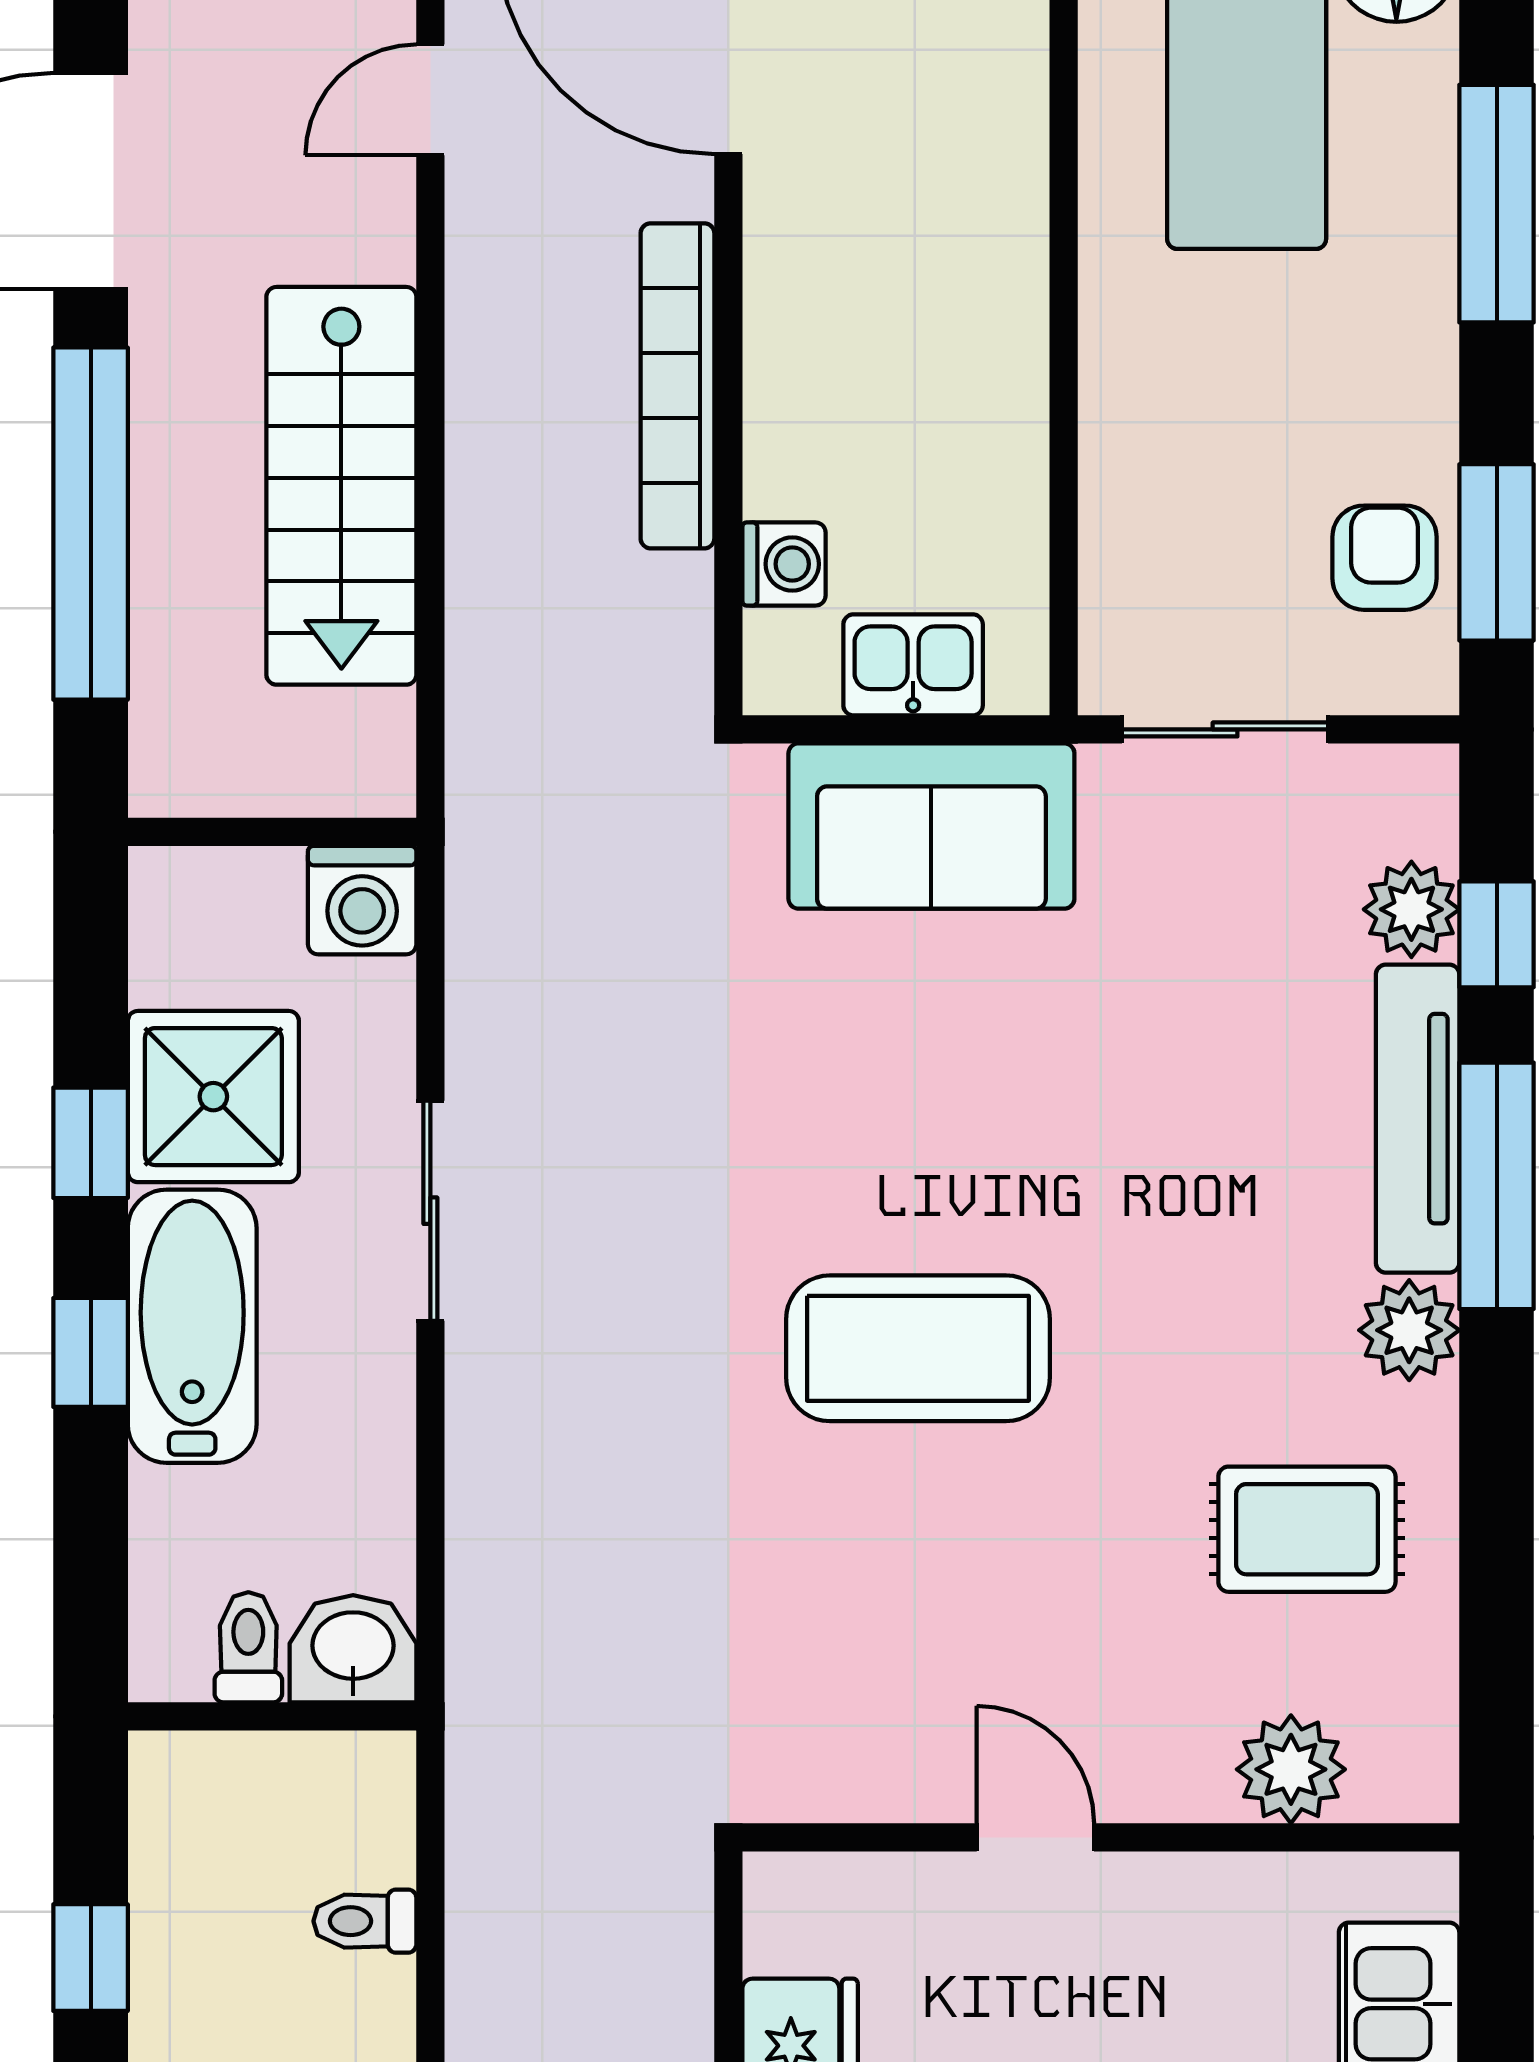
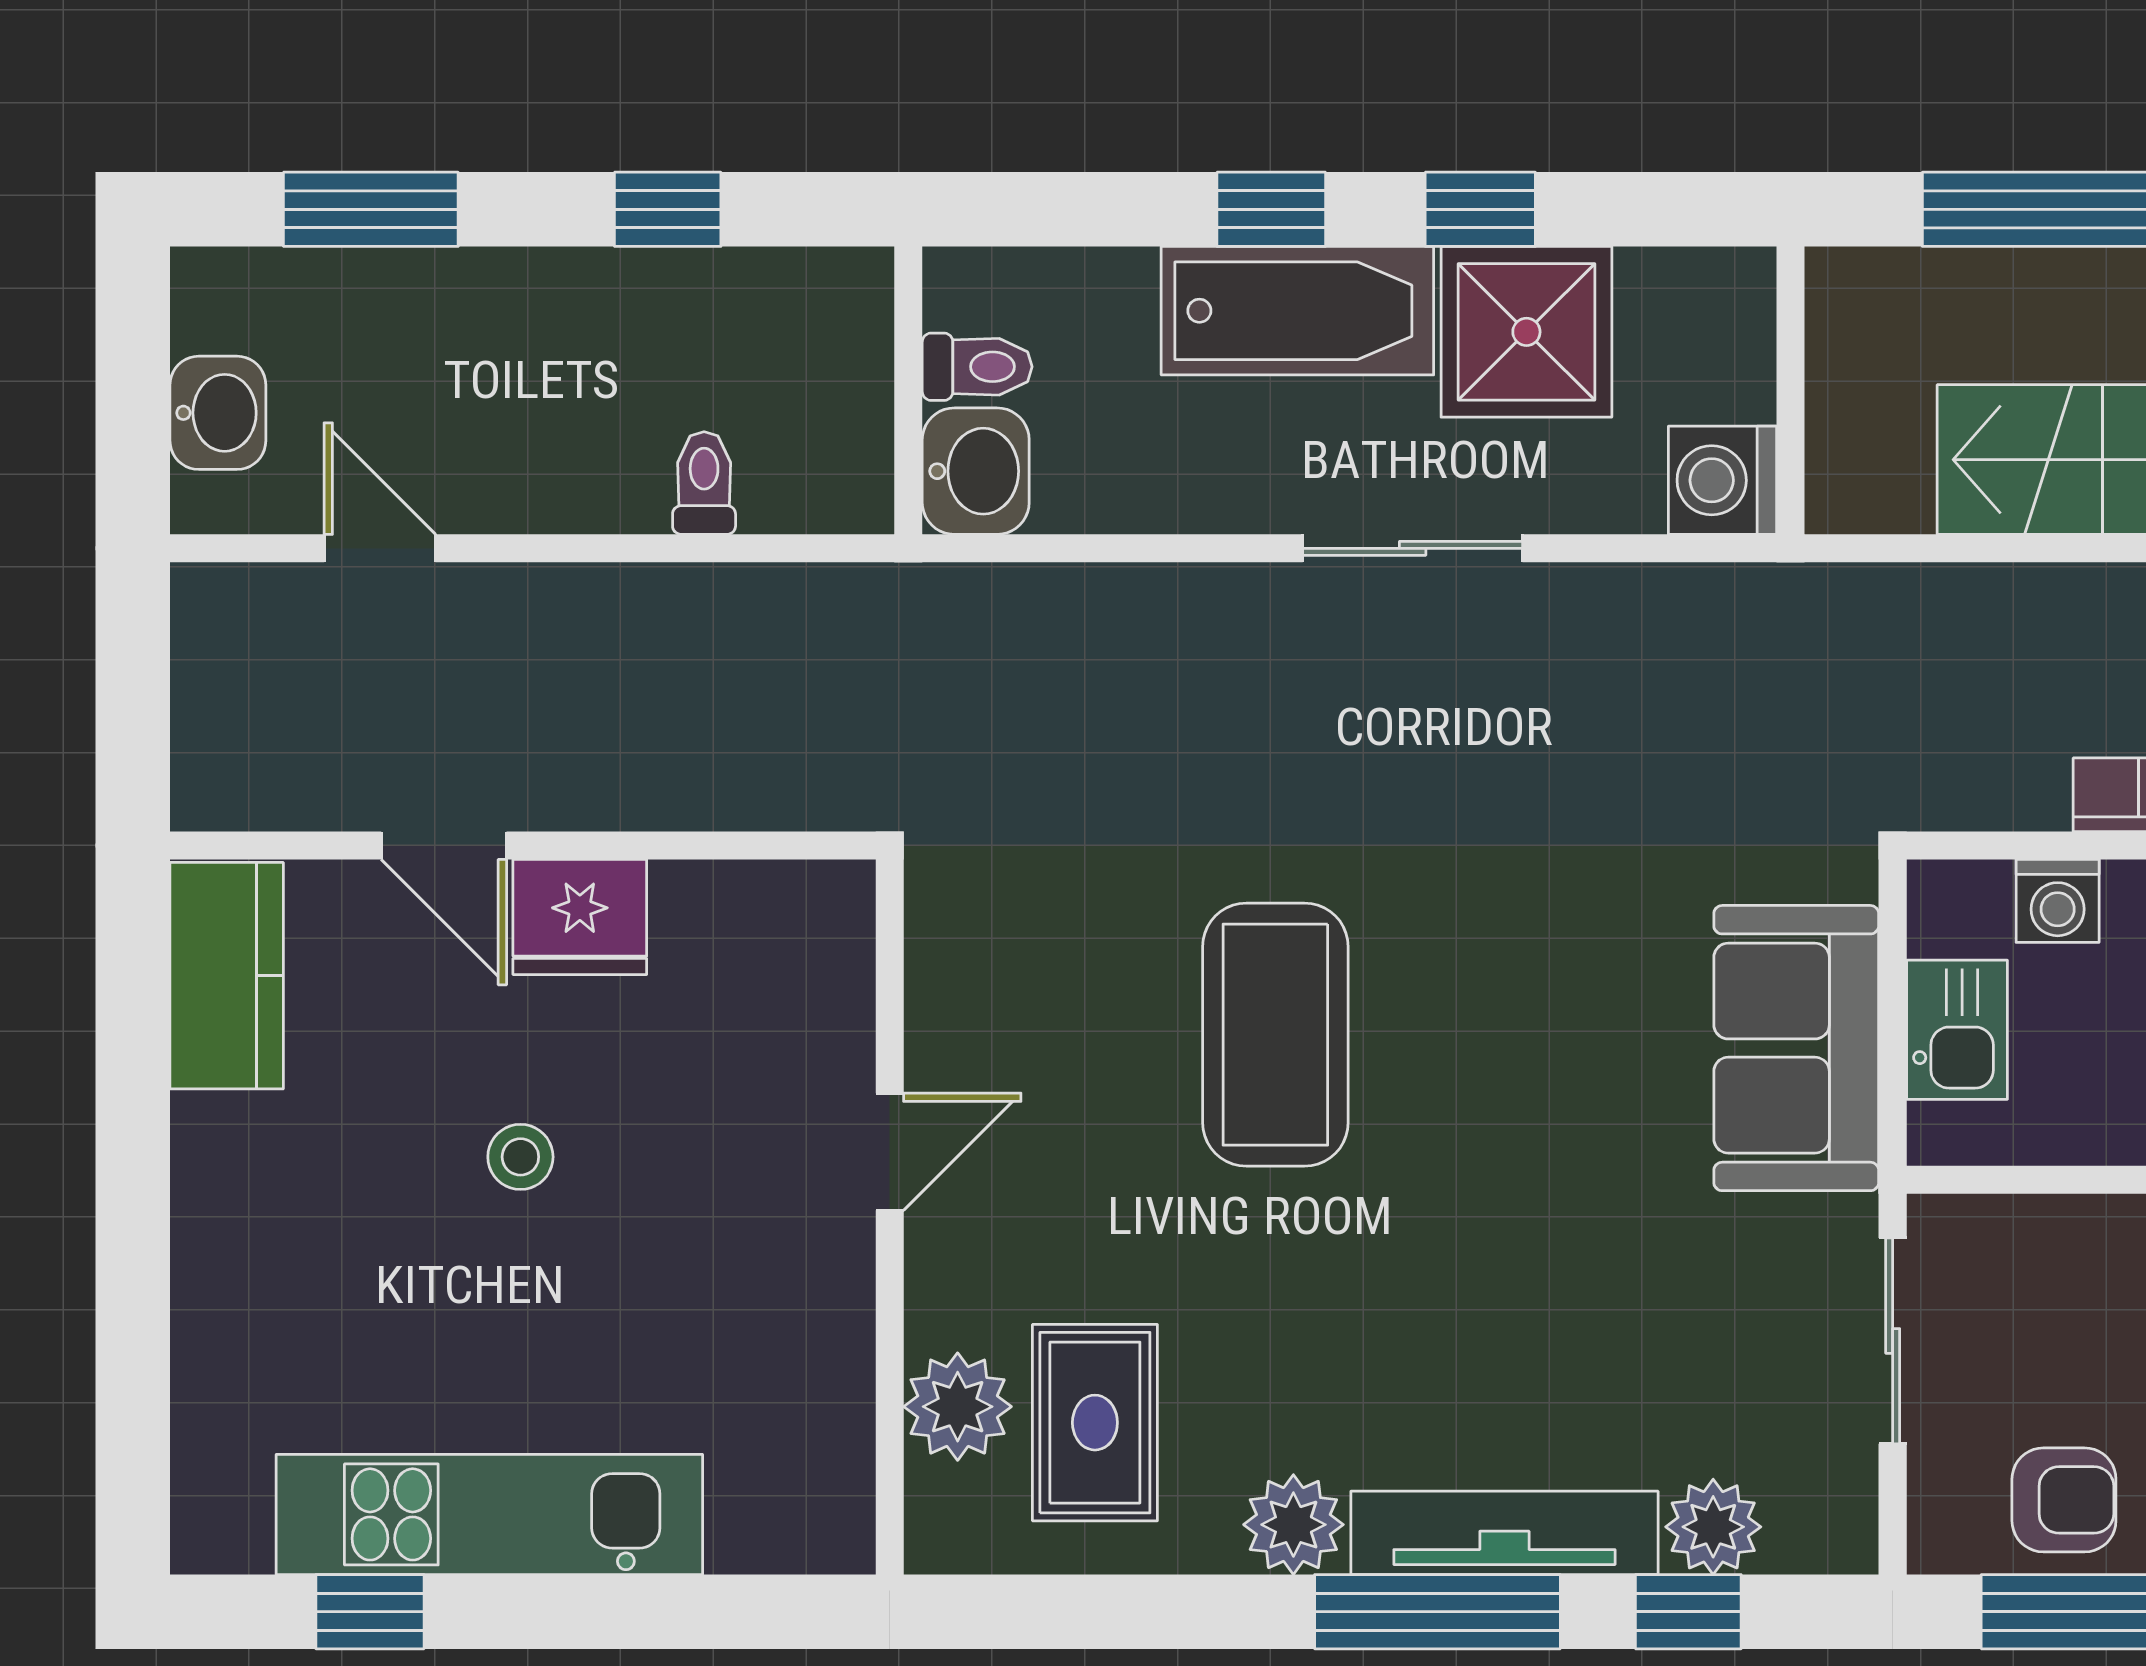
plant: (1291, 1769) -> (958, 1407), moved
door: (1035, 1837) -> (890, 1152), moved
wall: (1101, 1837) -> (890, 1217), moved

